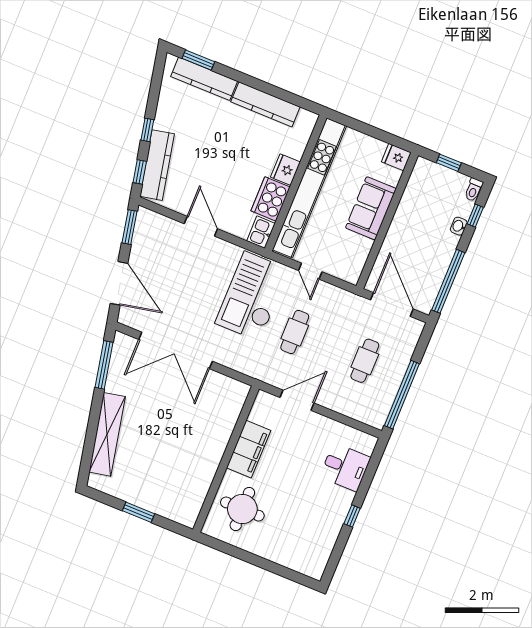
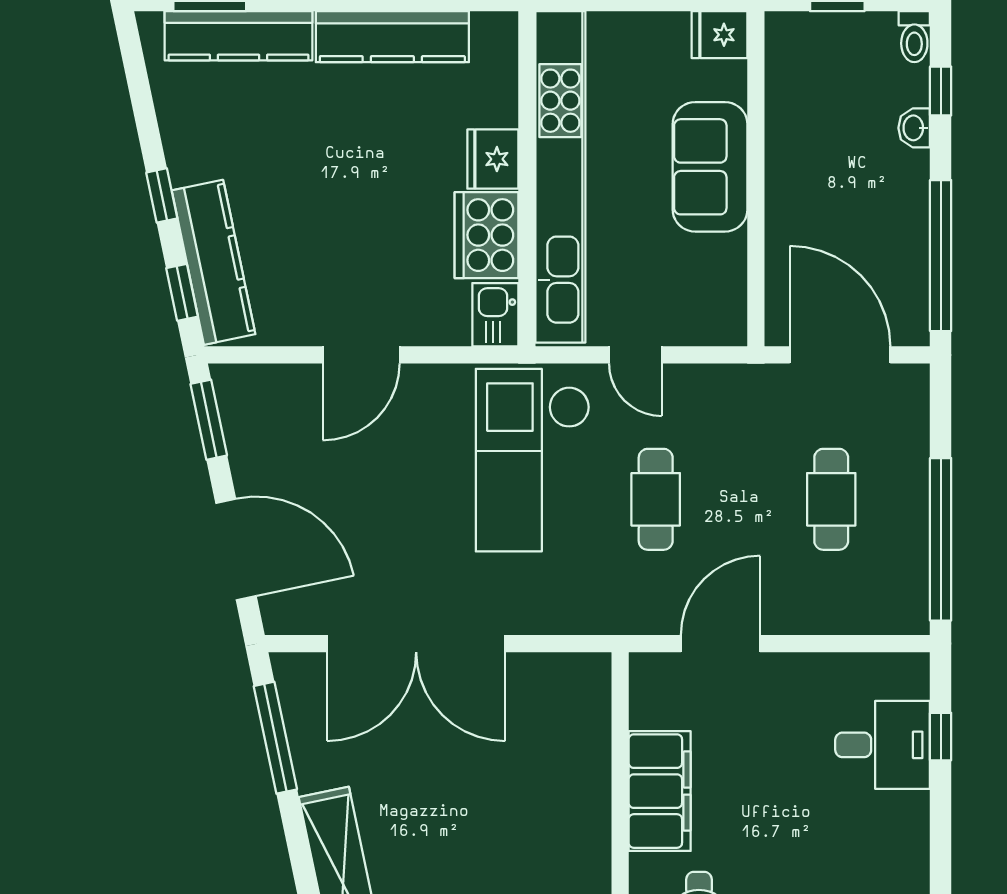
door: (201, 226) -> (361, 355), swing flipped
window: (352, 516) -> (941, 737), moved

